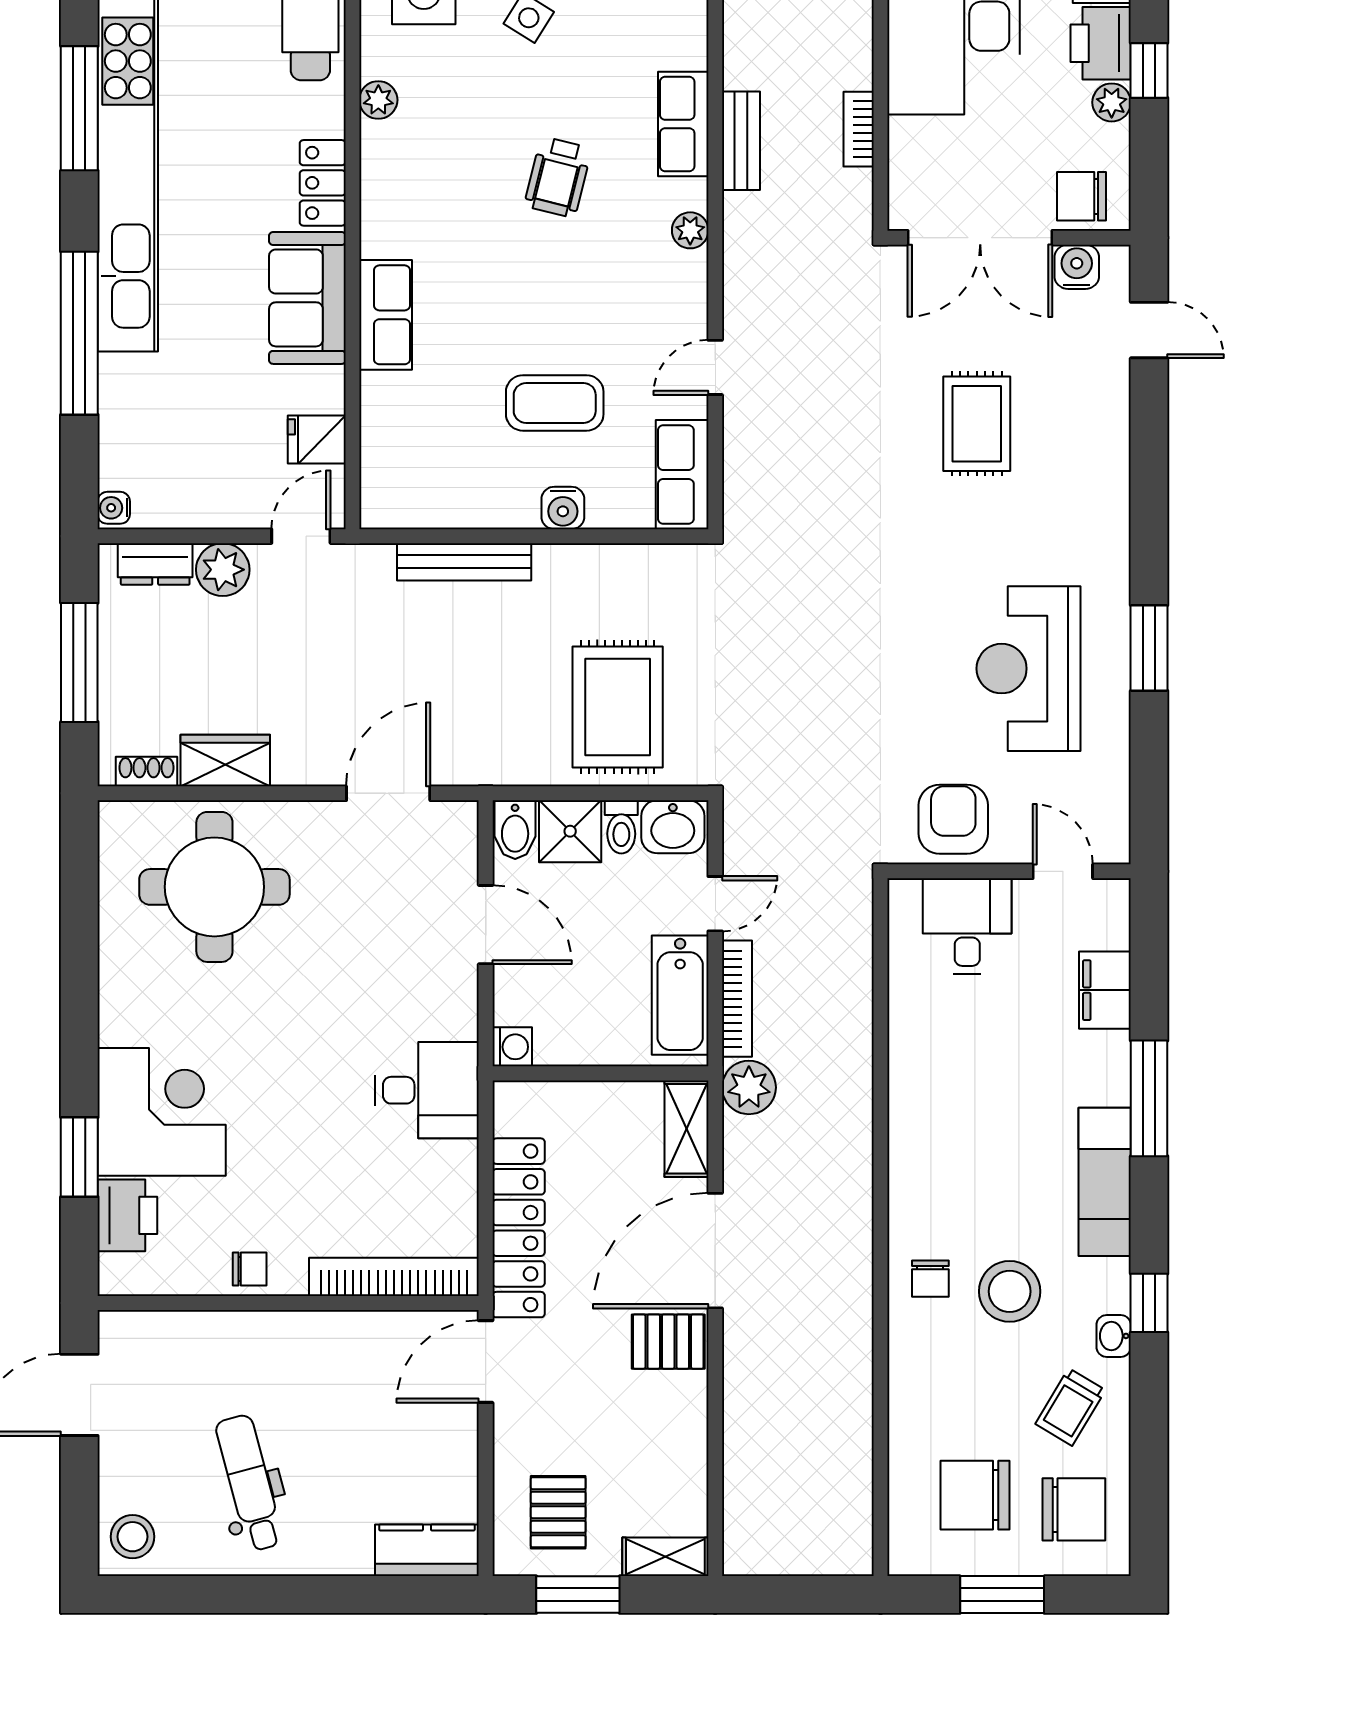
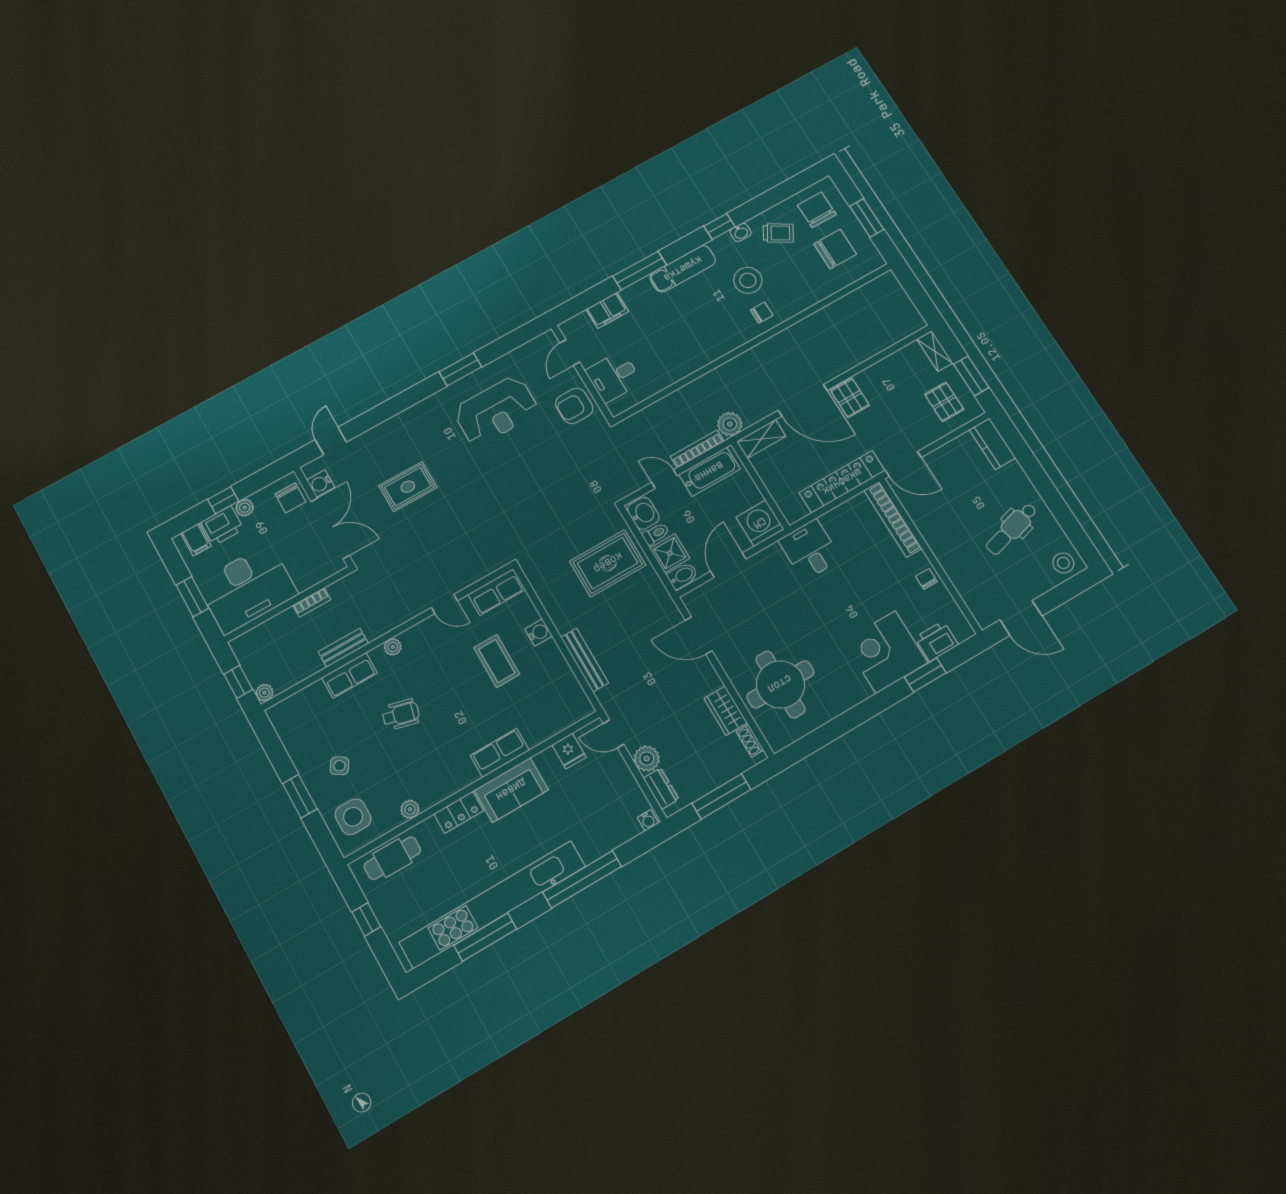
washing machine: (512, 1047) -> (760, 523), width x1.89, depth x1.89
chair: (975, 1495) -> (835, 249), turned -90
pallet: (558, 1512) -> (944, 402), turned 90

